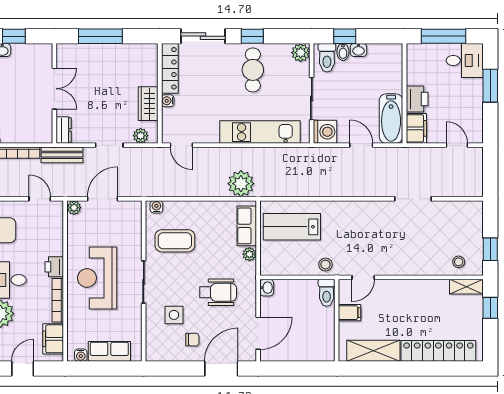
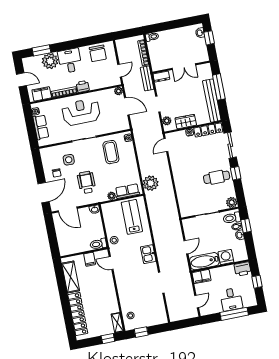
window: (443, 36) -> (257, 282), width x0.46
bench: (121, 52) -> (212, 101), added
desk: (465, 60) -> (231, 299), moved
window: (490, 86) -> (234, 314), width x1.44
printer: (417, 99) -> (243, 269), moved
kitchen unit: (260, 132) -> (182, 188), removed
washing machine: (325, 132) -> (226, 257), moved, turned 180
kitchen sink: (360, 211) -> (148, 254), added
wheelchair: (218, 292) -> (86, 182), turned 180
door: (221, 368) -> (44, 193), hinge flipped

